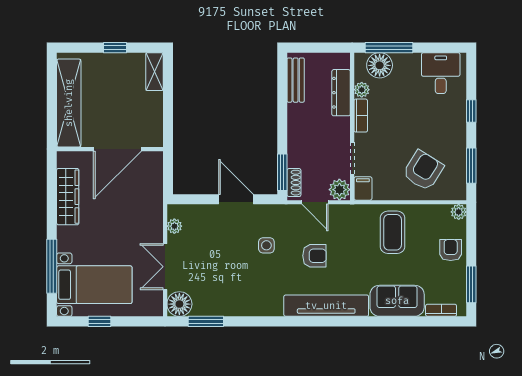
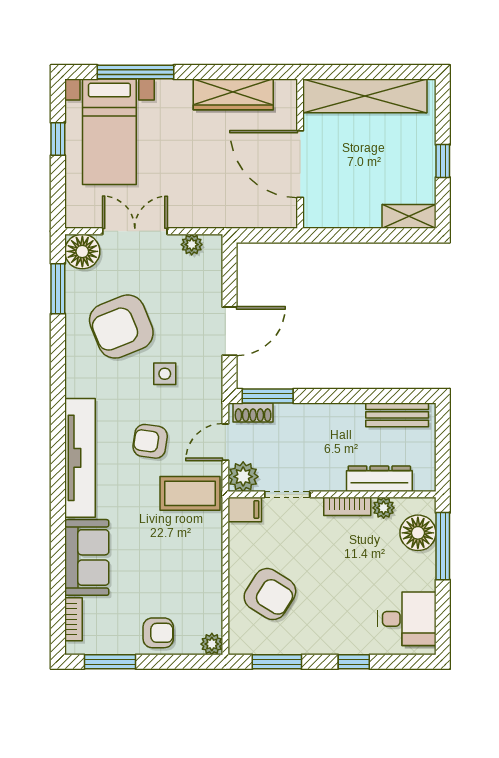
coffee table: (393, 232) -> (190, 493), moved
armchair: (314, 256) -> (150, 441), turned 98
armchair: (233, 276) -> (121, 327), added

